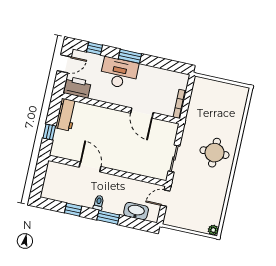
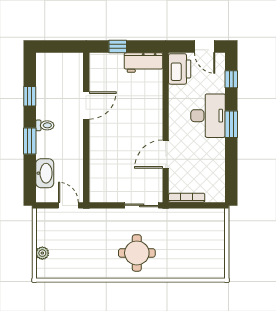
sliding door: (174, 159) -> (142, 205), moved
plant: (213, 230) -> (42, 253), moved

